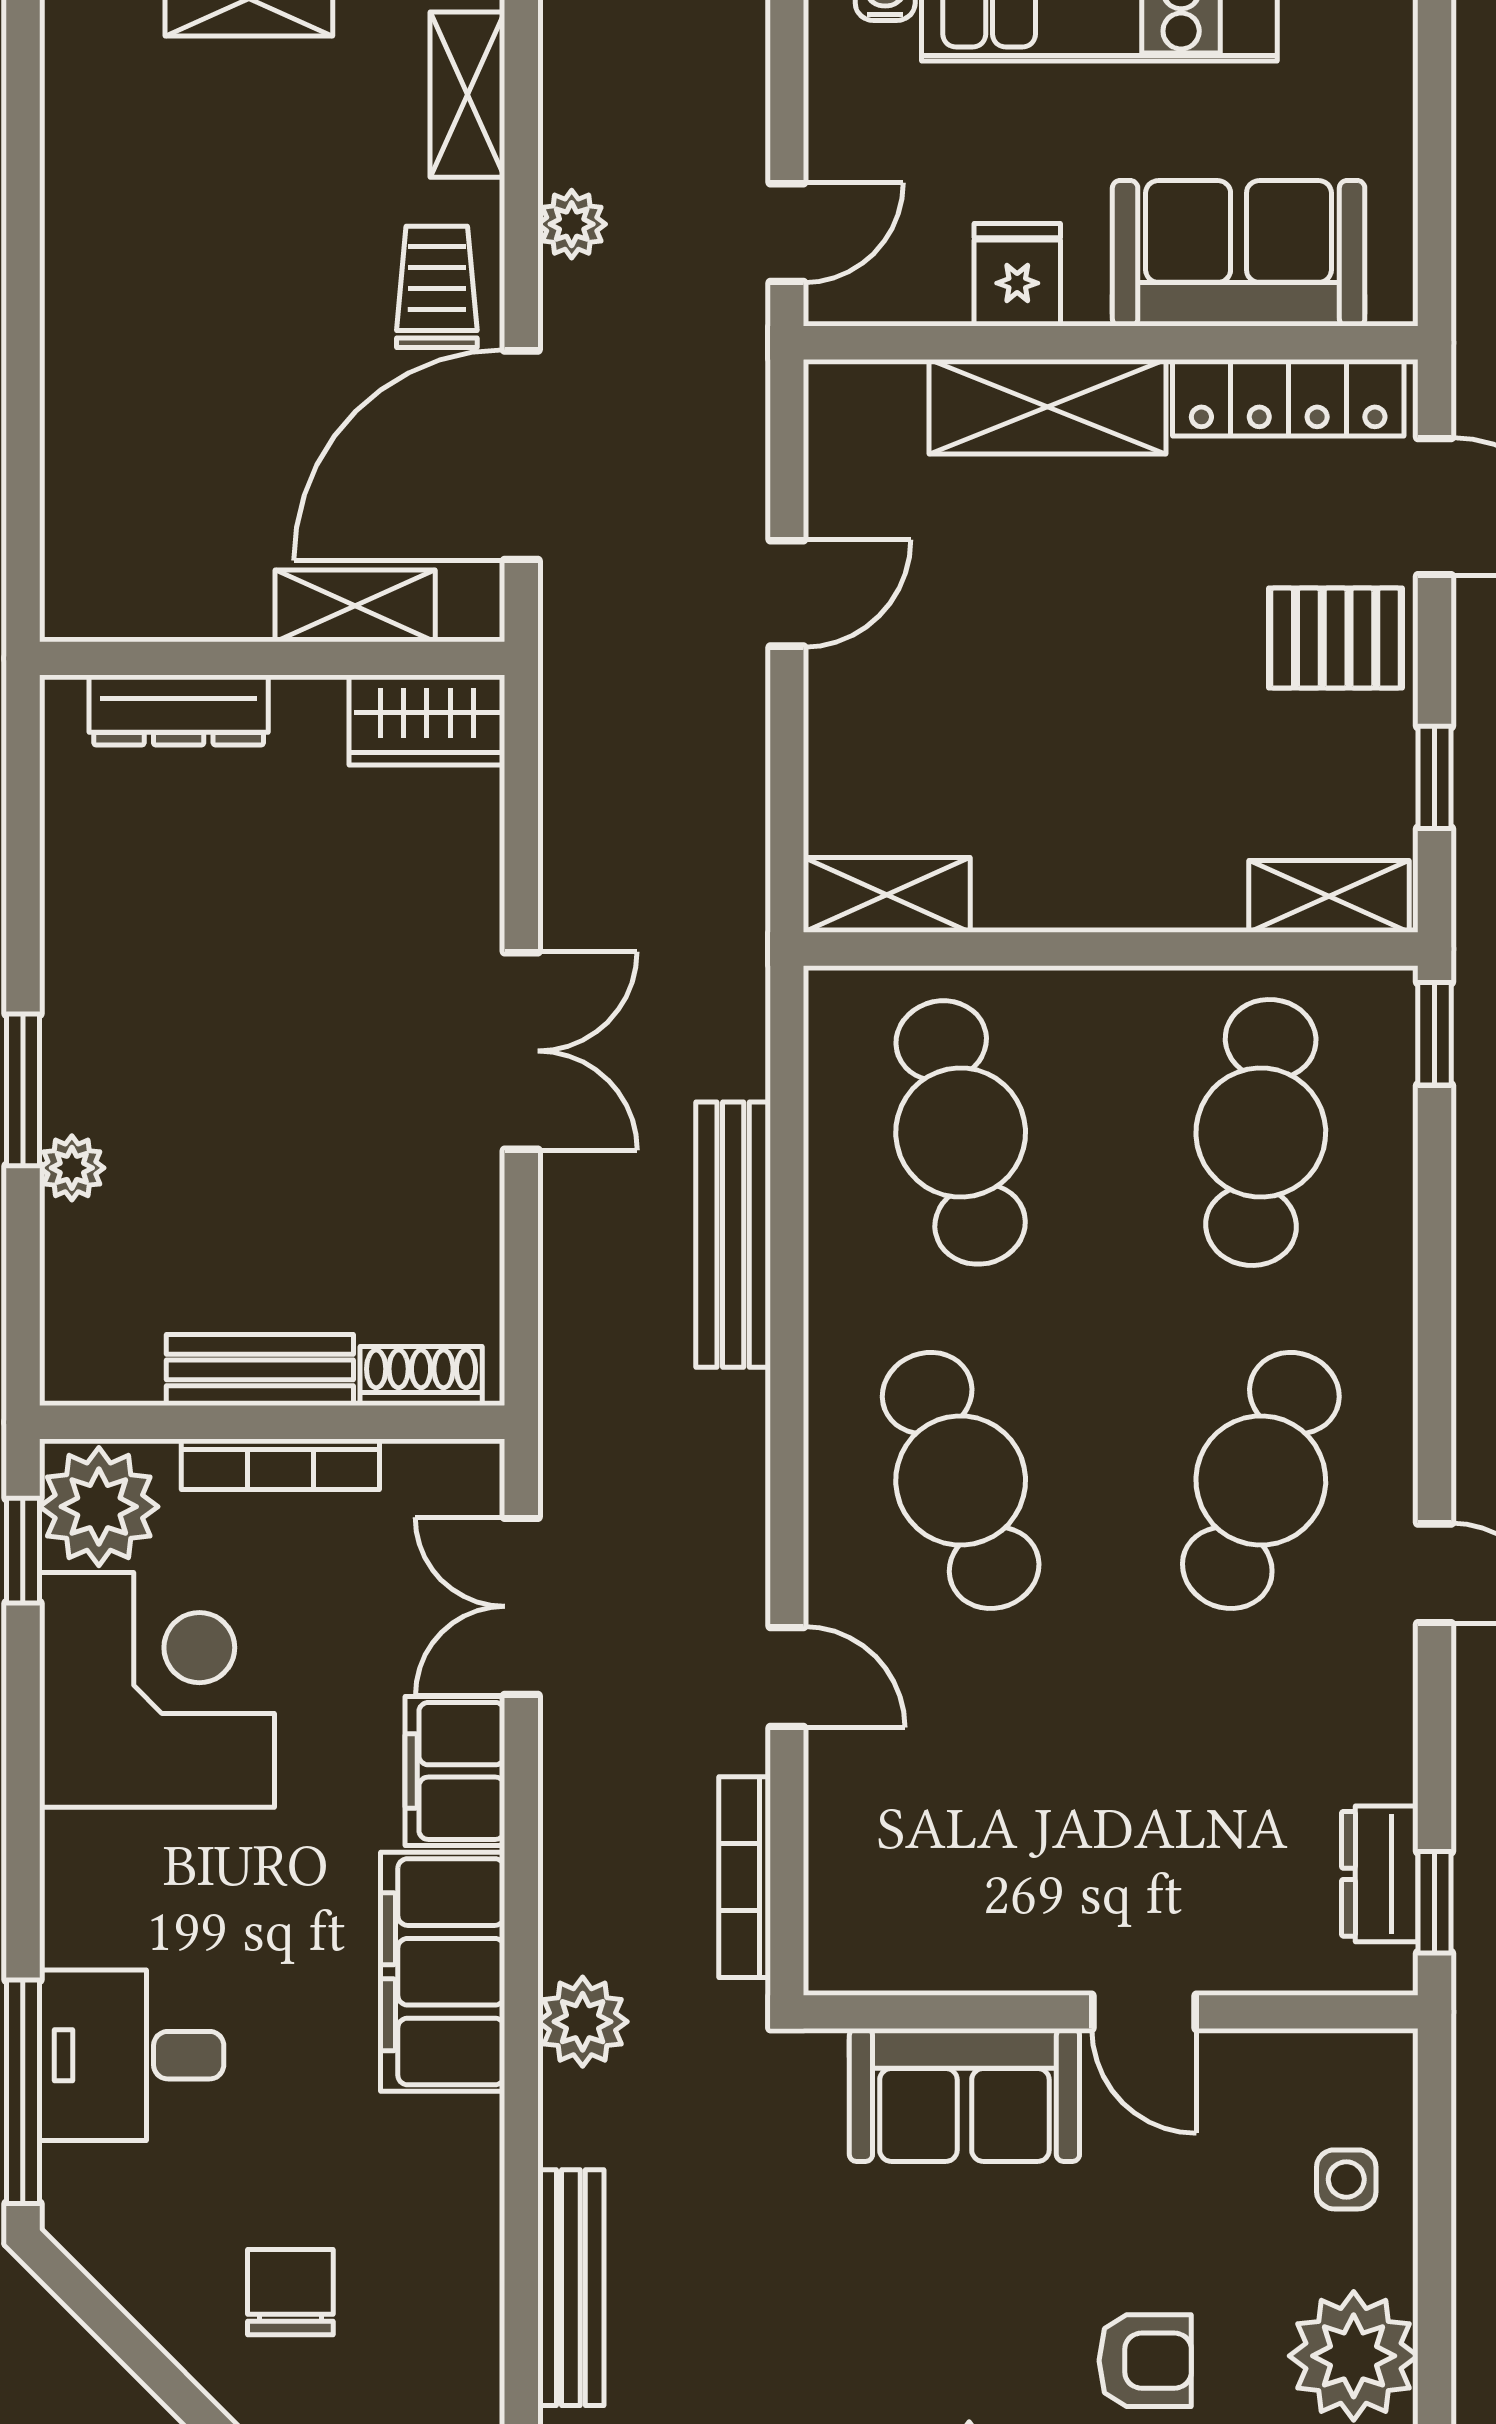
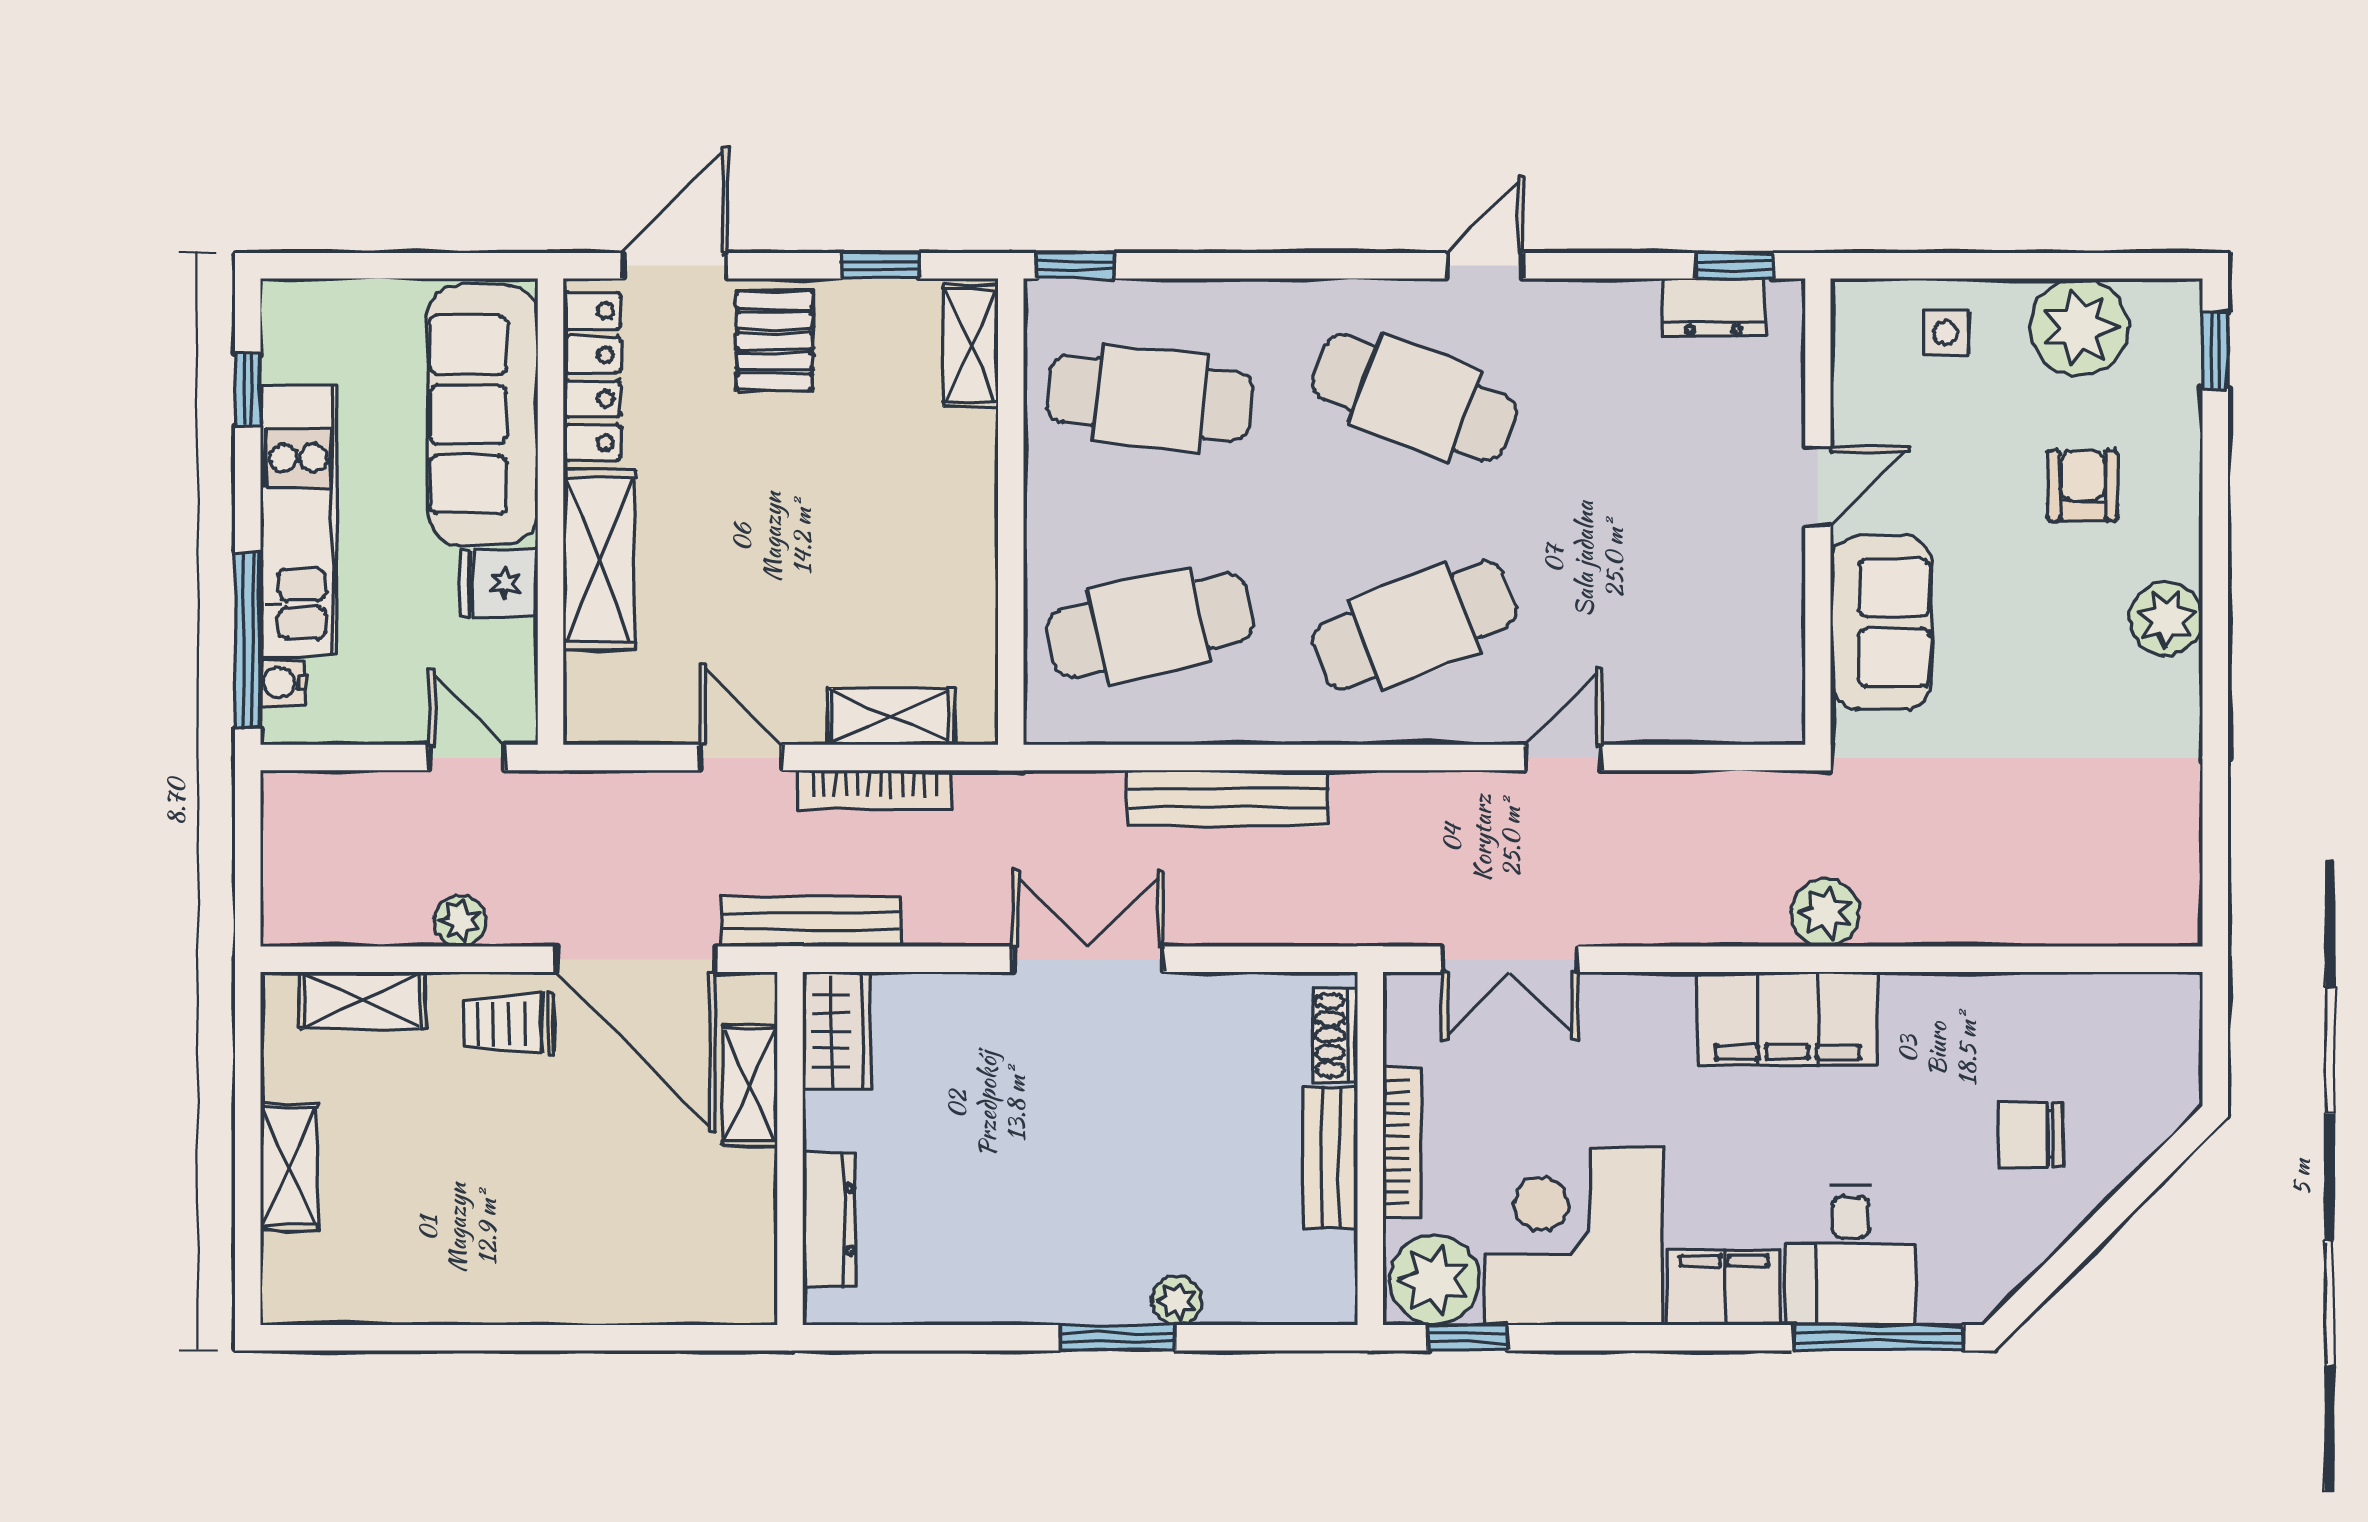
sofa: (1239, 253) -> (482, 415), width x1.36
shelving: (887, 895) -> (891, 716), moved, turned 90
filing cabinet: (455, 1771) -> (1724, 1287), moved, turned 180
bookcase: (745, 1877) -> (875, 790), moved
bench: (571, 2288) -> (811, 922), moved

